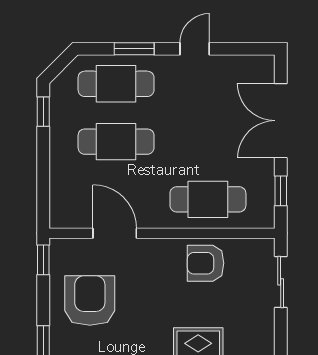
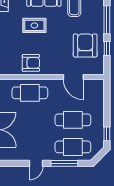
window: (134, 49) -> (64, 163), width x1.44
window: (43, 260) -> (107, 49), moved
armchair: (90, 301) -> (85, 45), turned 180

